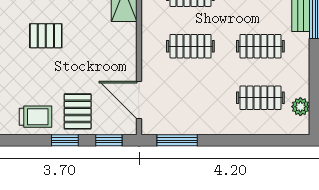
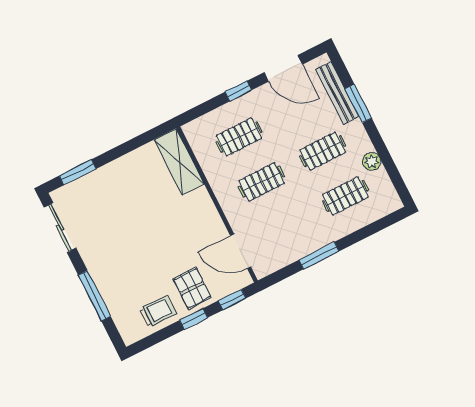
pallet: (46, 36) -> (131, 236), removed
plant: (300, 107) -> (372, 162), moved
window: (177, 140) -> (319, 256), moved

